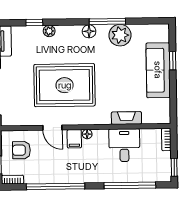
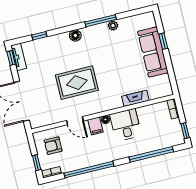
plant: (49, 31) -> (54, 40), removed
floor lamp: (89, 31) -> (75, 35), moved
plant: (120, 35) -> (113, 26), width x0.53, depth x0.53
rug: (65, 85) -> (77, 83), width x0.73, depth x0.69
desk: (124, 145) -> (126, 125), moved

